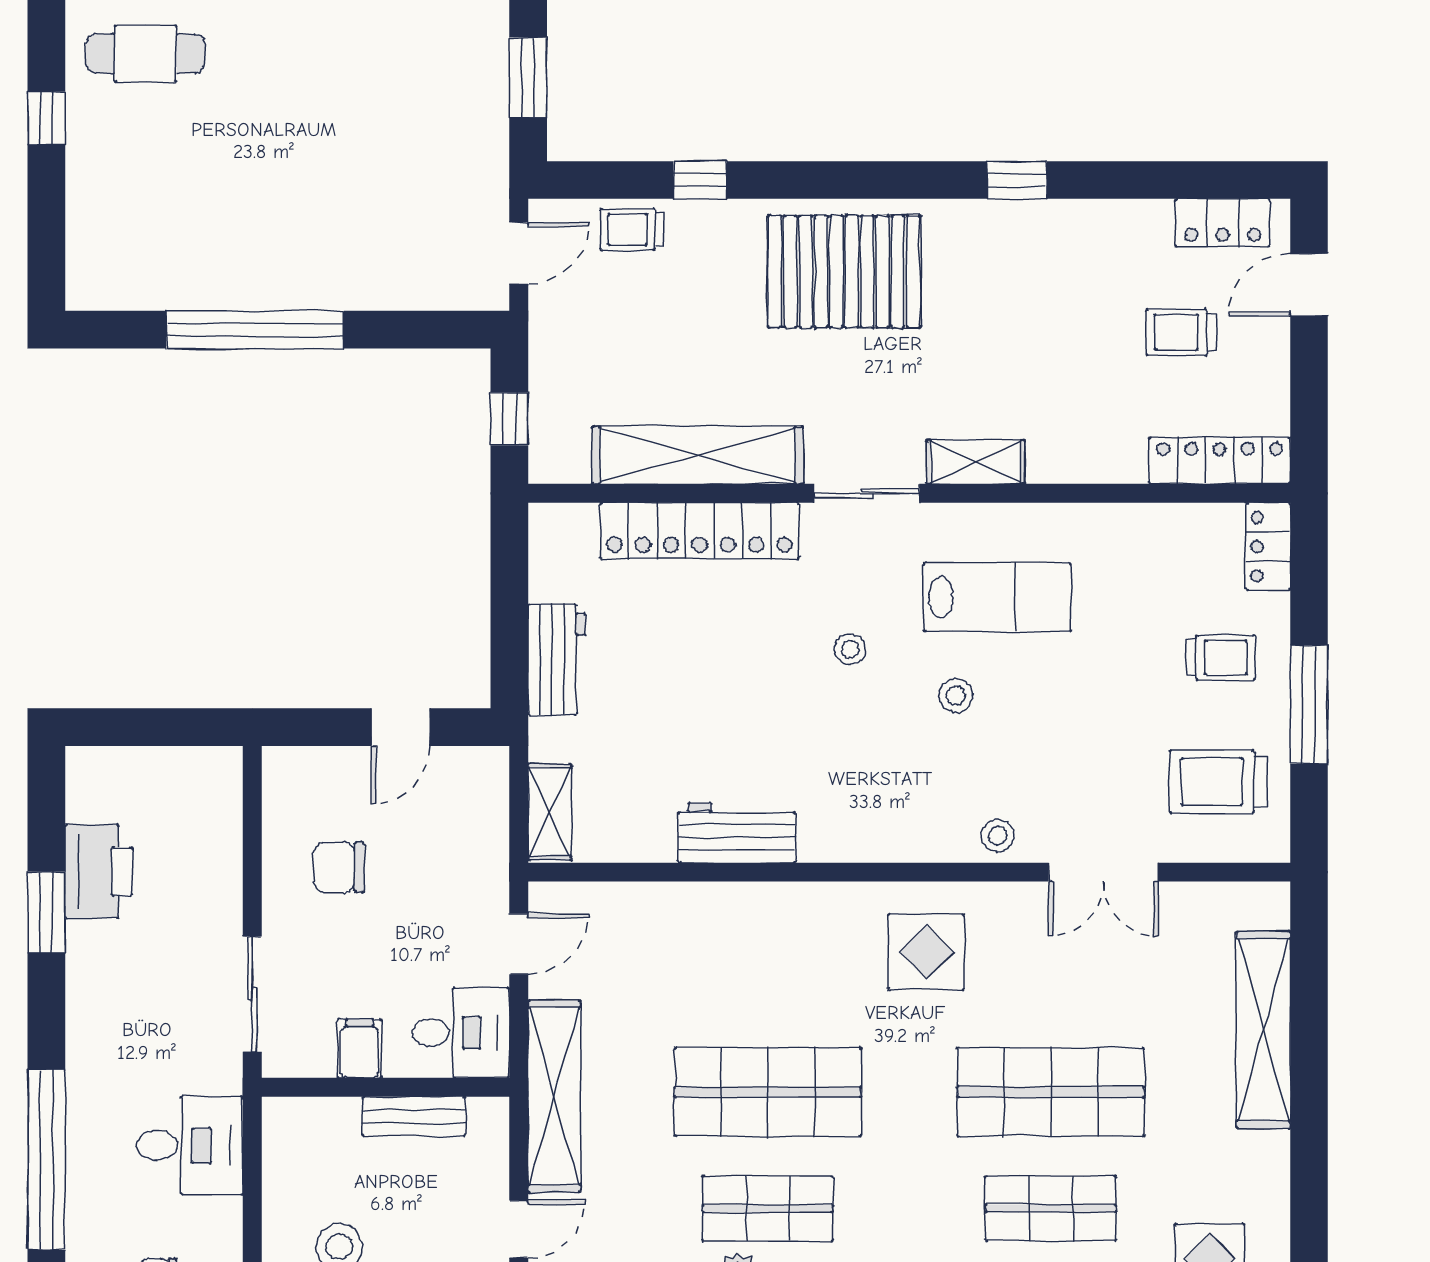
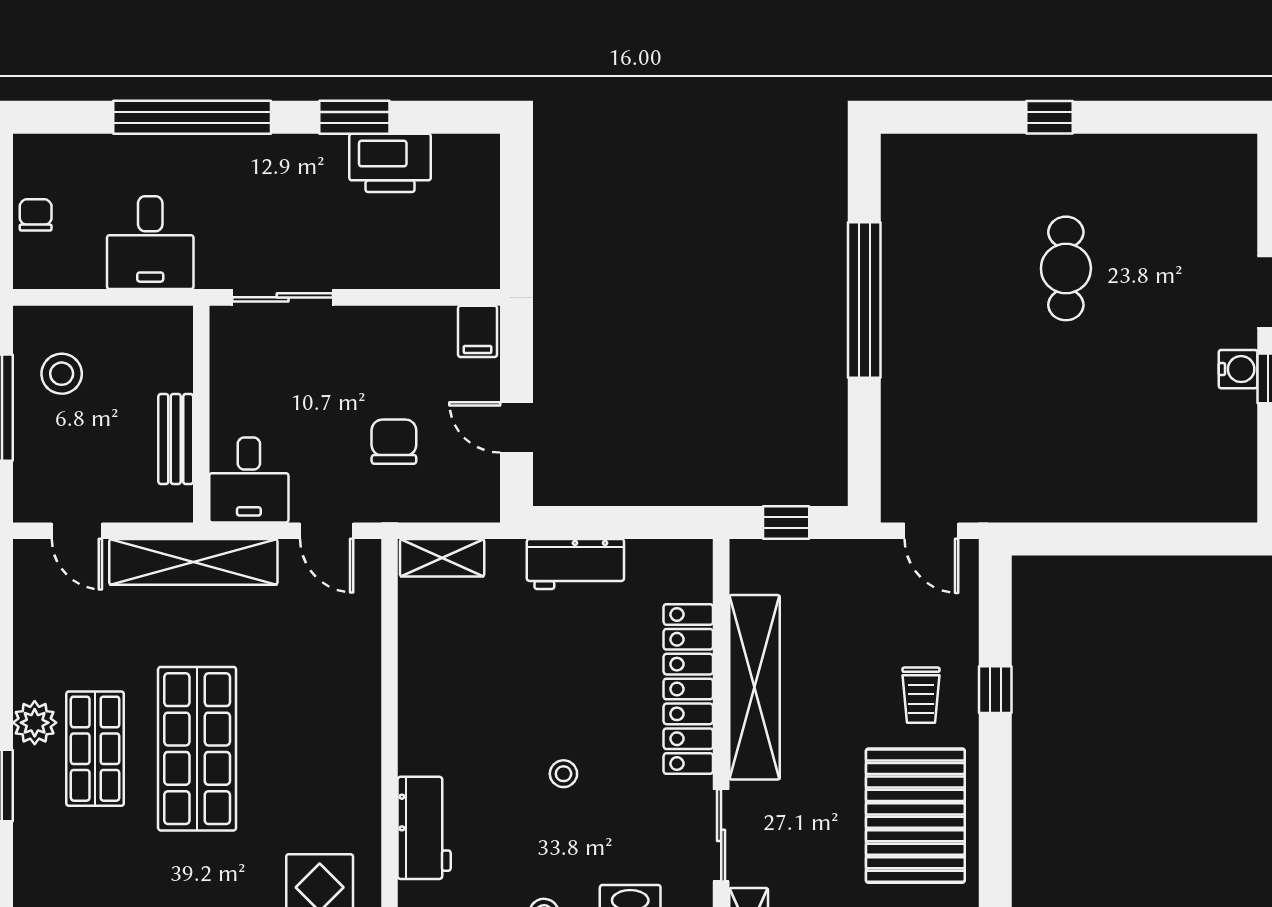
cafe table: (145, 54) -> (1066, 268), moved
window: (528, 77) -> (1085, 539), removed
trolley: (632, 229) -> (921, 695), moved, turned 180
stool: (850, 649) -> (563, 774), moved
workbench: (737, 833) -> (424, 828), moved
chair: (339, 867) -> (394, 442), moved
filing cabinet: (360, 1048) -> (478, 331), moved, turned 90
window: (46, 1160) -> (192, 117), moved

